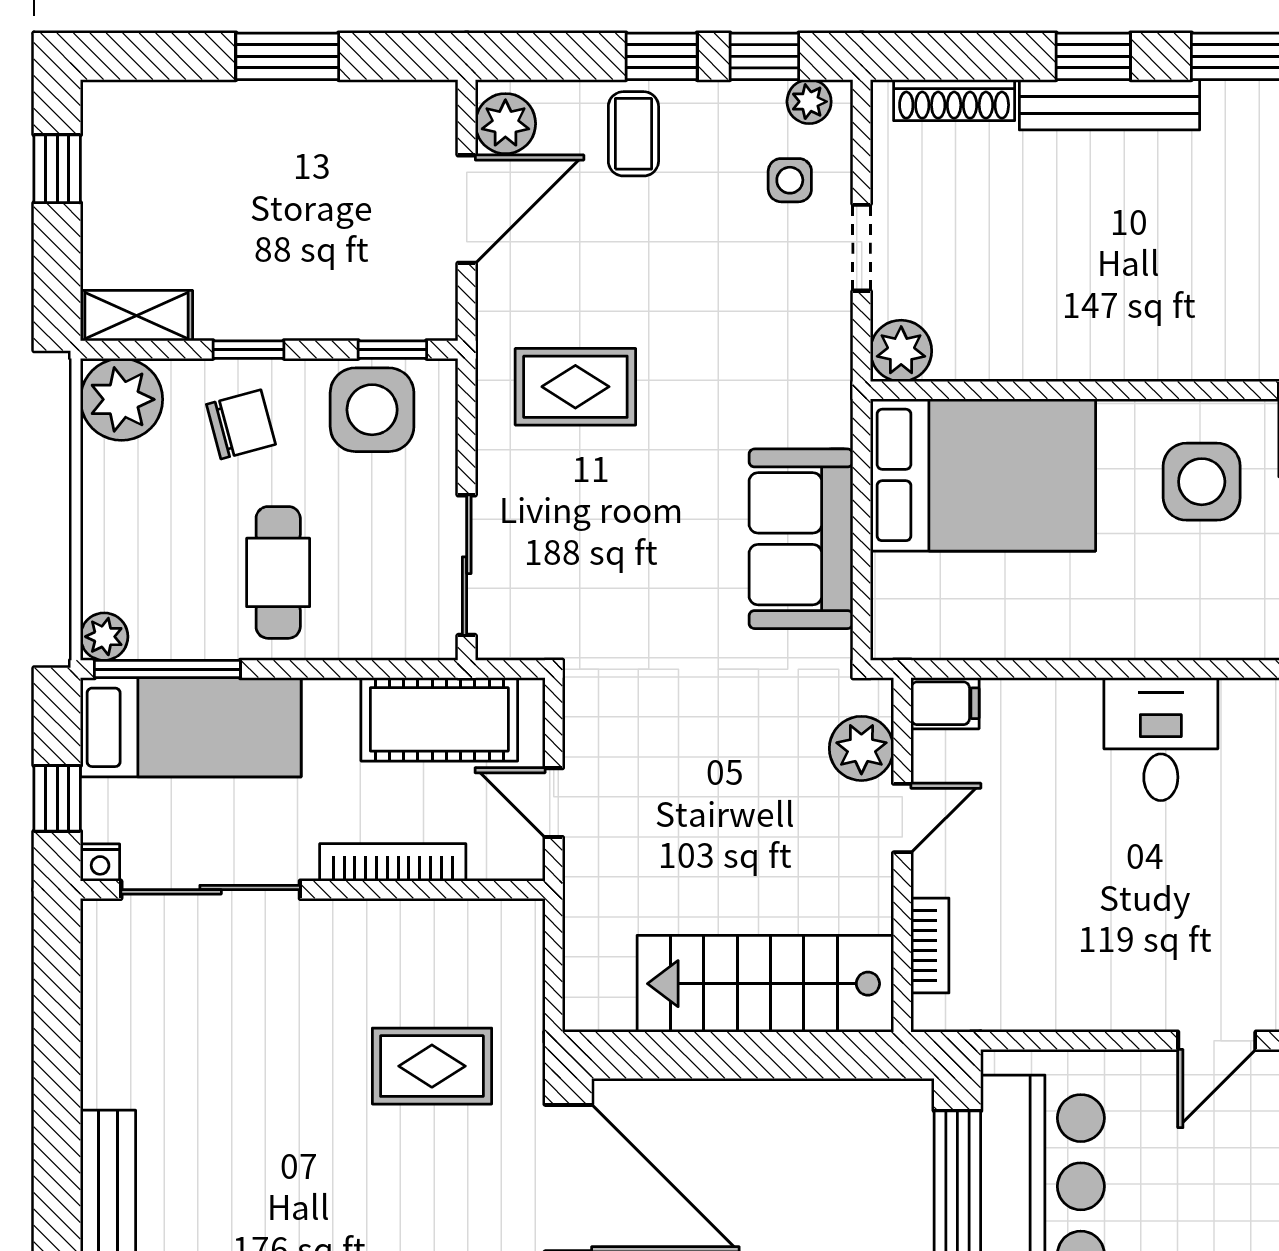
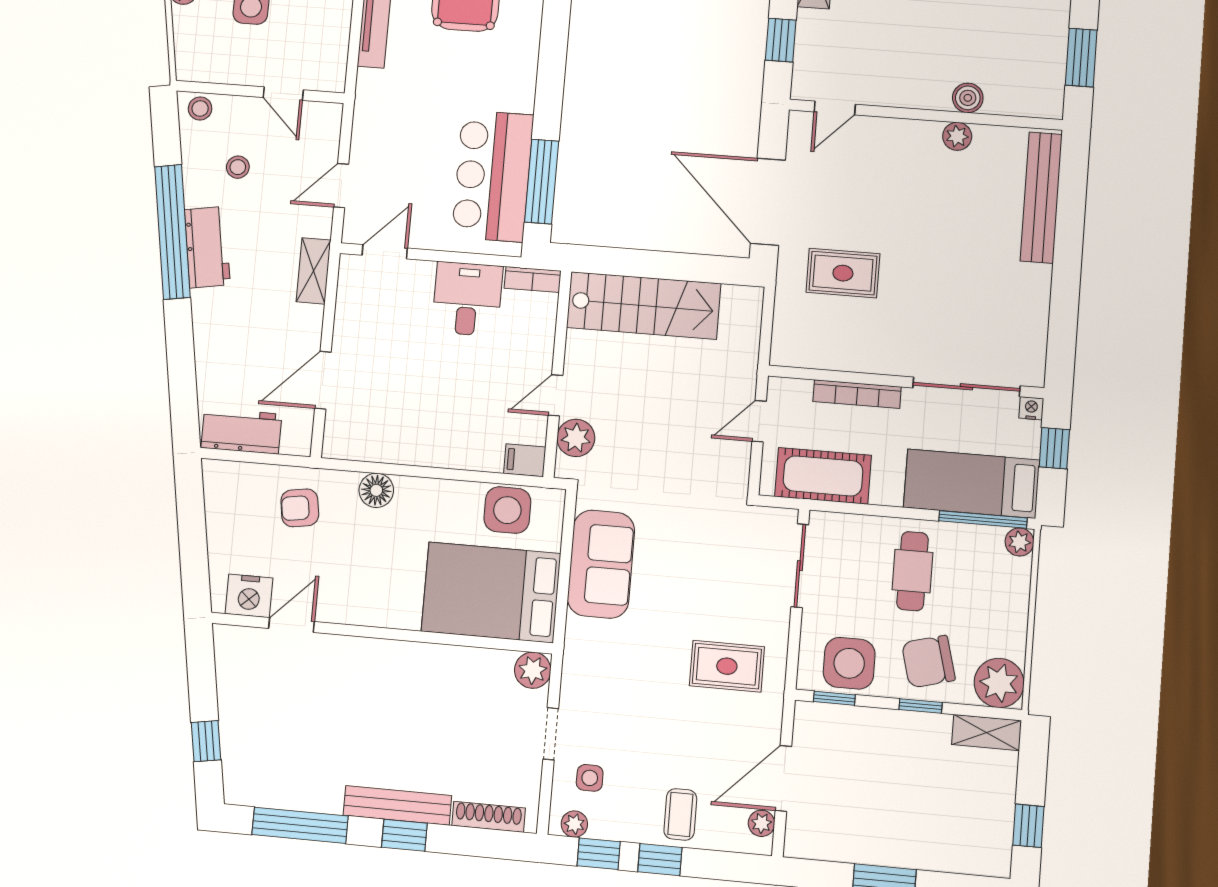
plant: (505, 124) -> (762, 823), width x0.73, depth x0.73
chair: (241, 424) -> (928, 662), width x1.37, depth x1.37
side table: (1202, 482) -> (507, 510), moved
floor lamp: (1194, 631) -> (376, 490), added
desk: (1161, 739) -> (467, 299), moved, turned 180
door: (554, 803) -> (759, 421), swing flipped
bookcase: (930, 946) -> (533, 280), moved, turned -90

